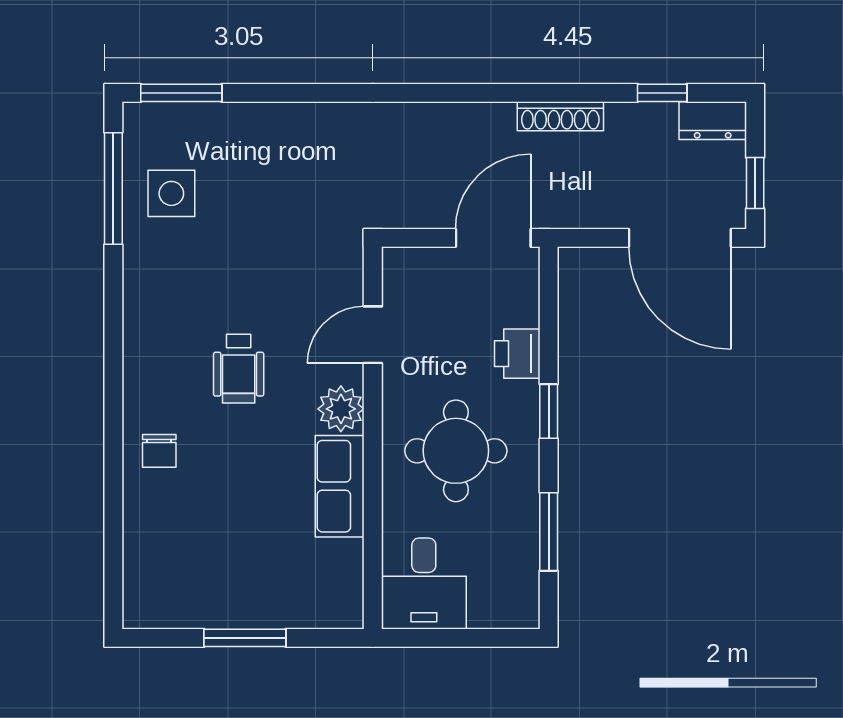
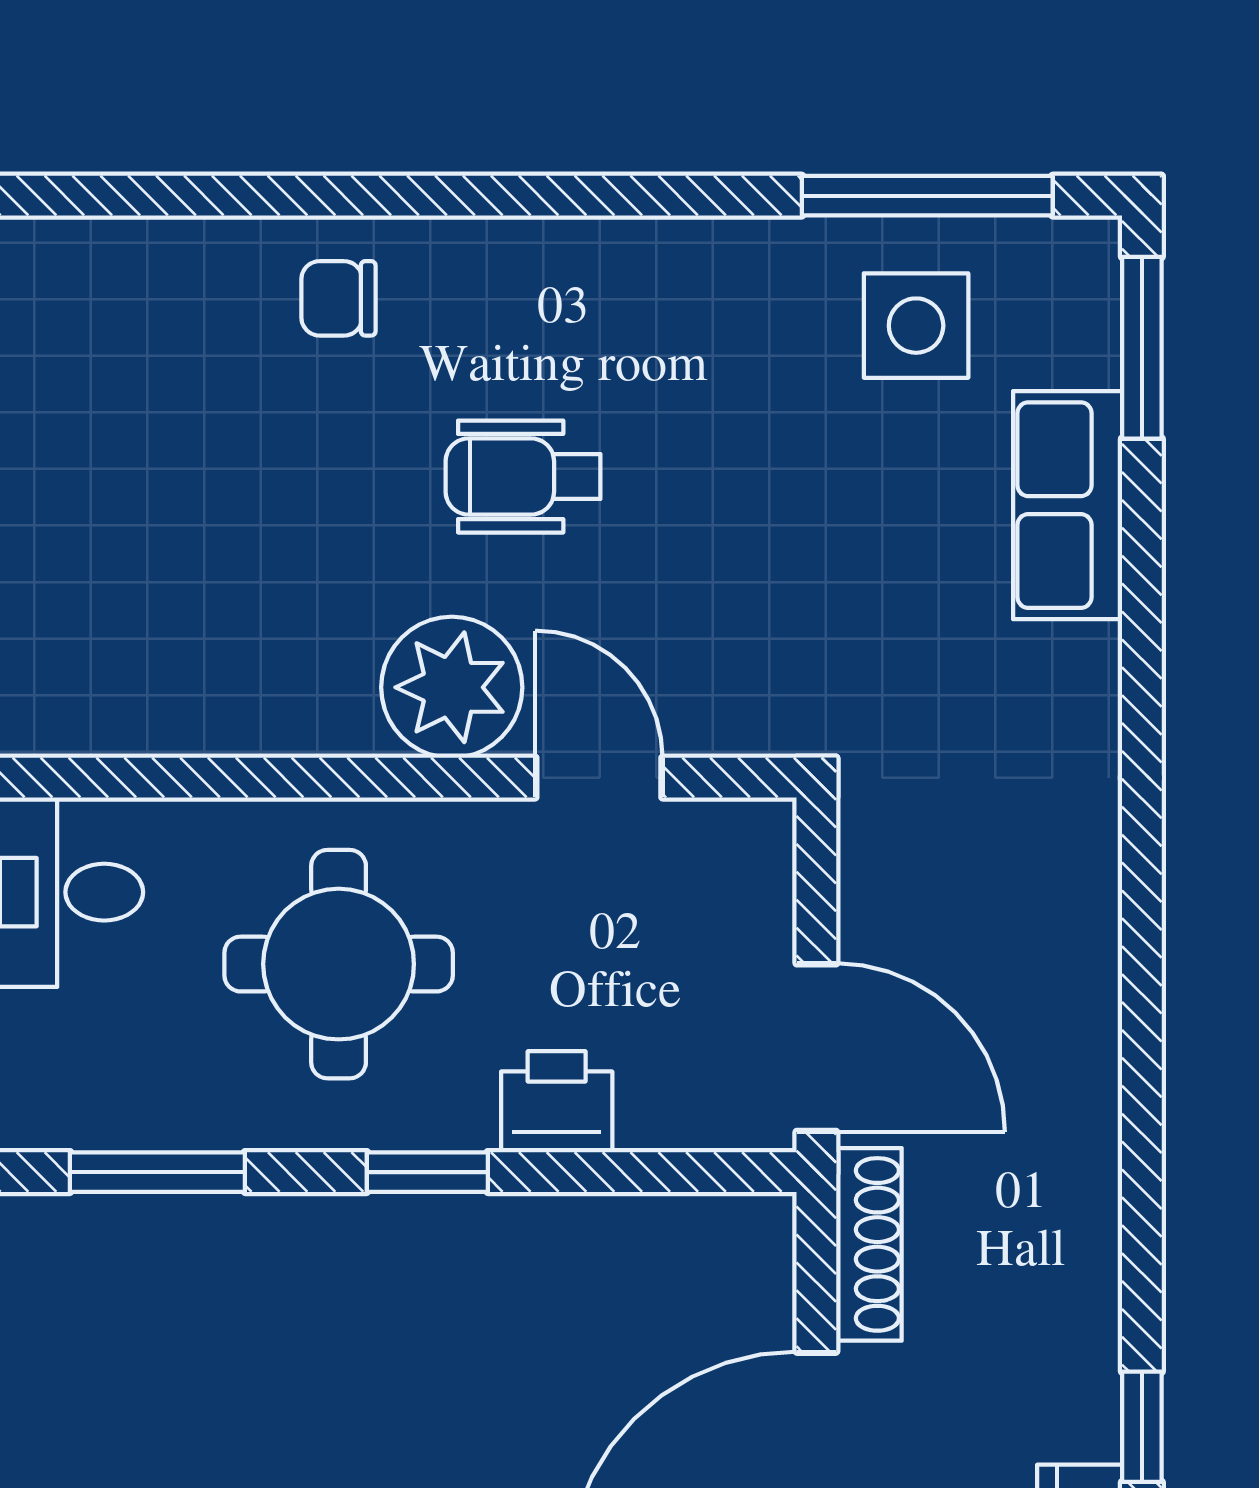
shoe rack: (560, 116) -> (869, 1244), moved, turned 180
plant: (341, 409) -> (452, 687), width x1.36, depth x1.36
row of seats: (340, 486) -> (1068, 505), moved, turned -90

